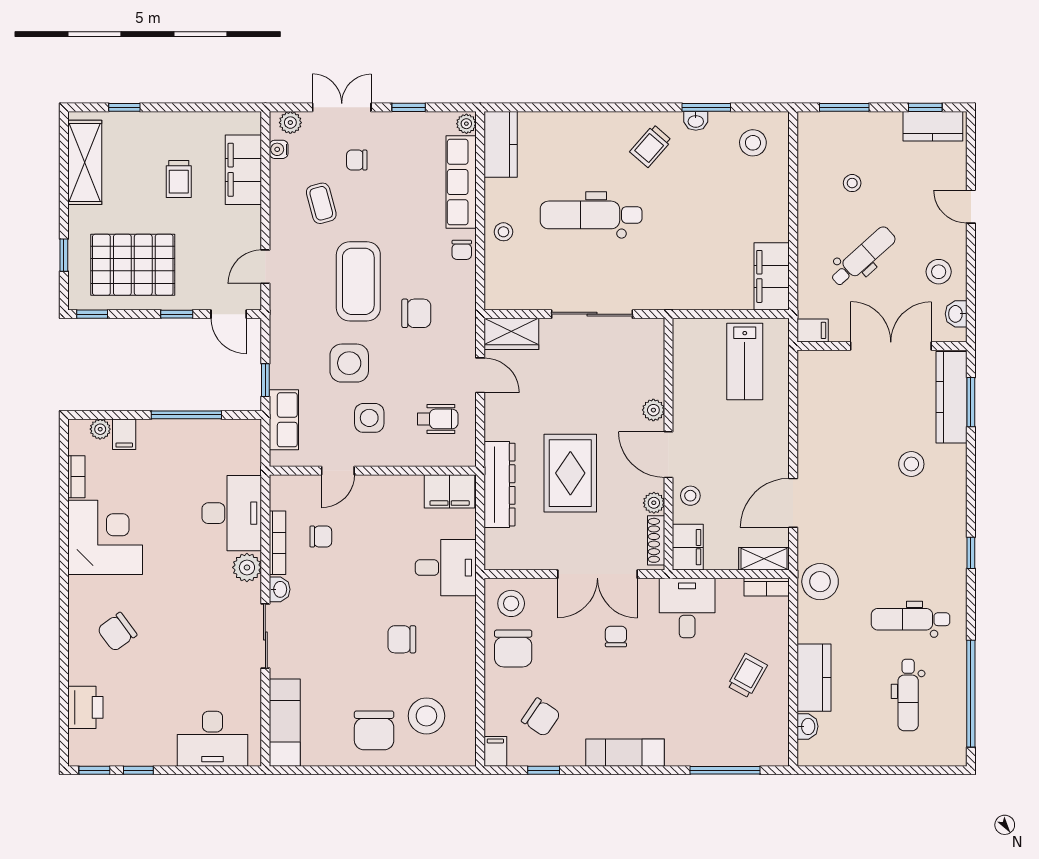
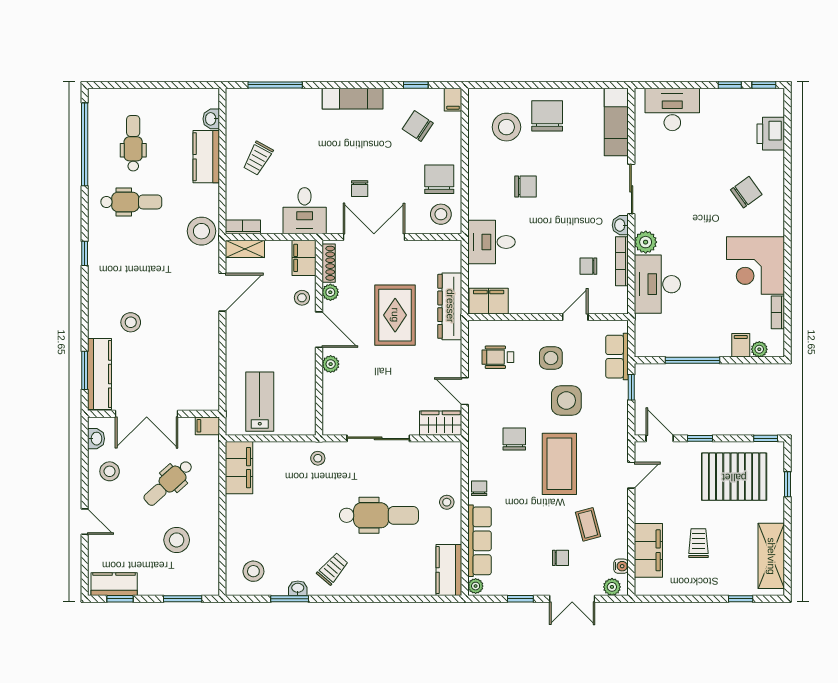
stool: (852, 183) -> (177, 540), width x1.89, depth x1.89
stool: (670, 289) -> (318, 458), added
chair: (416, 313) -> (514, 439), turned 90

